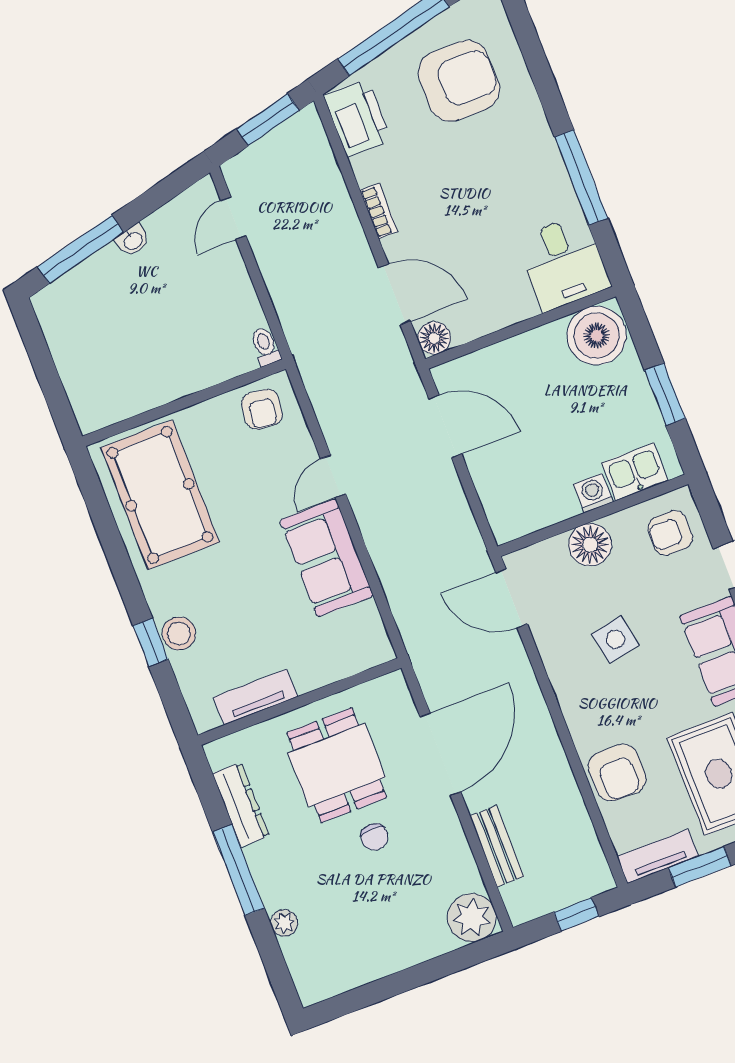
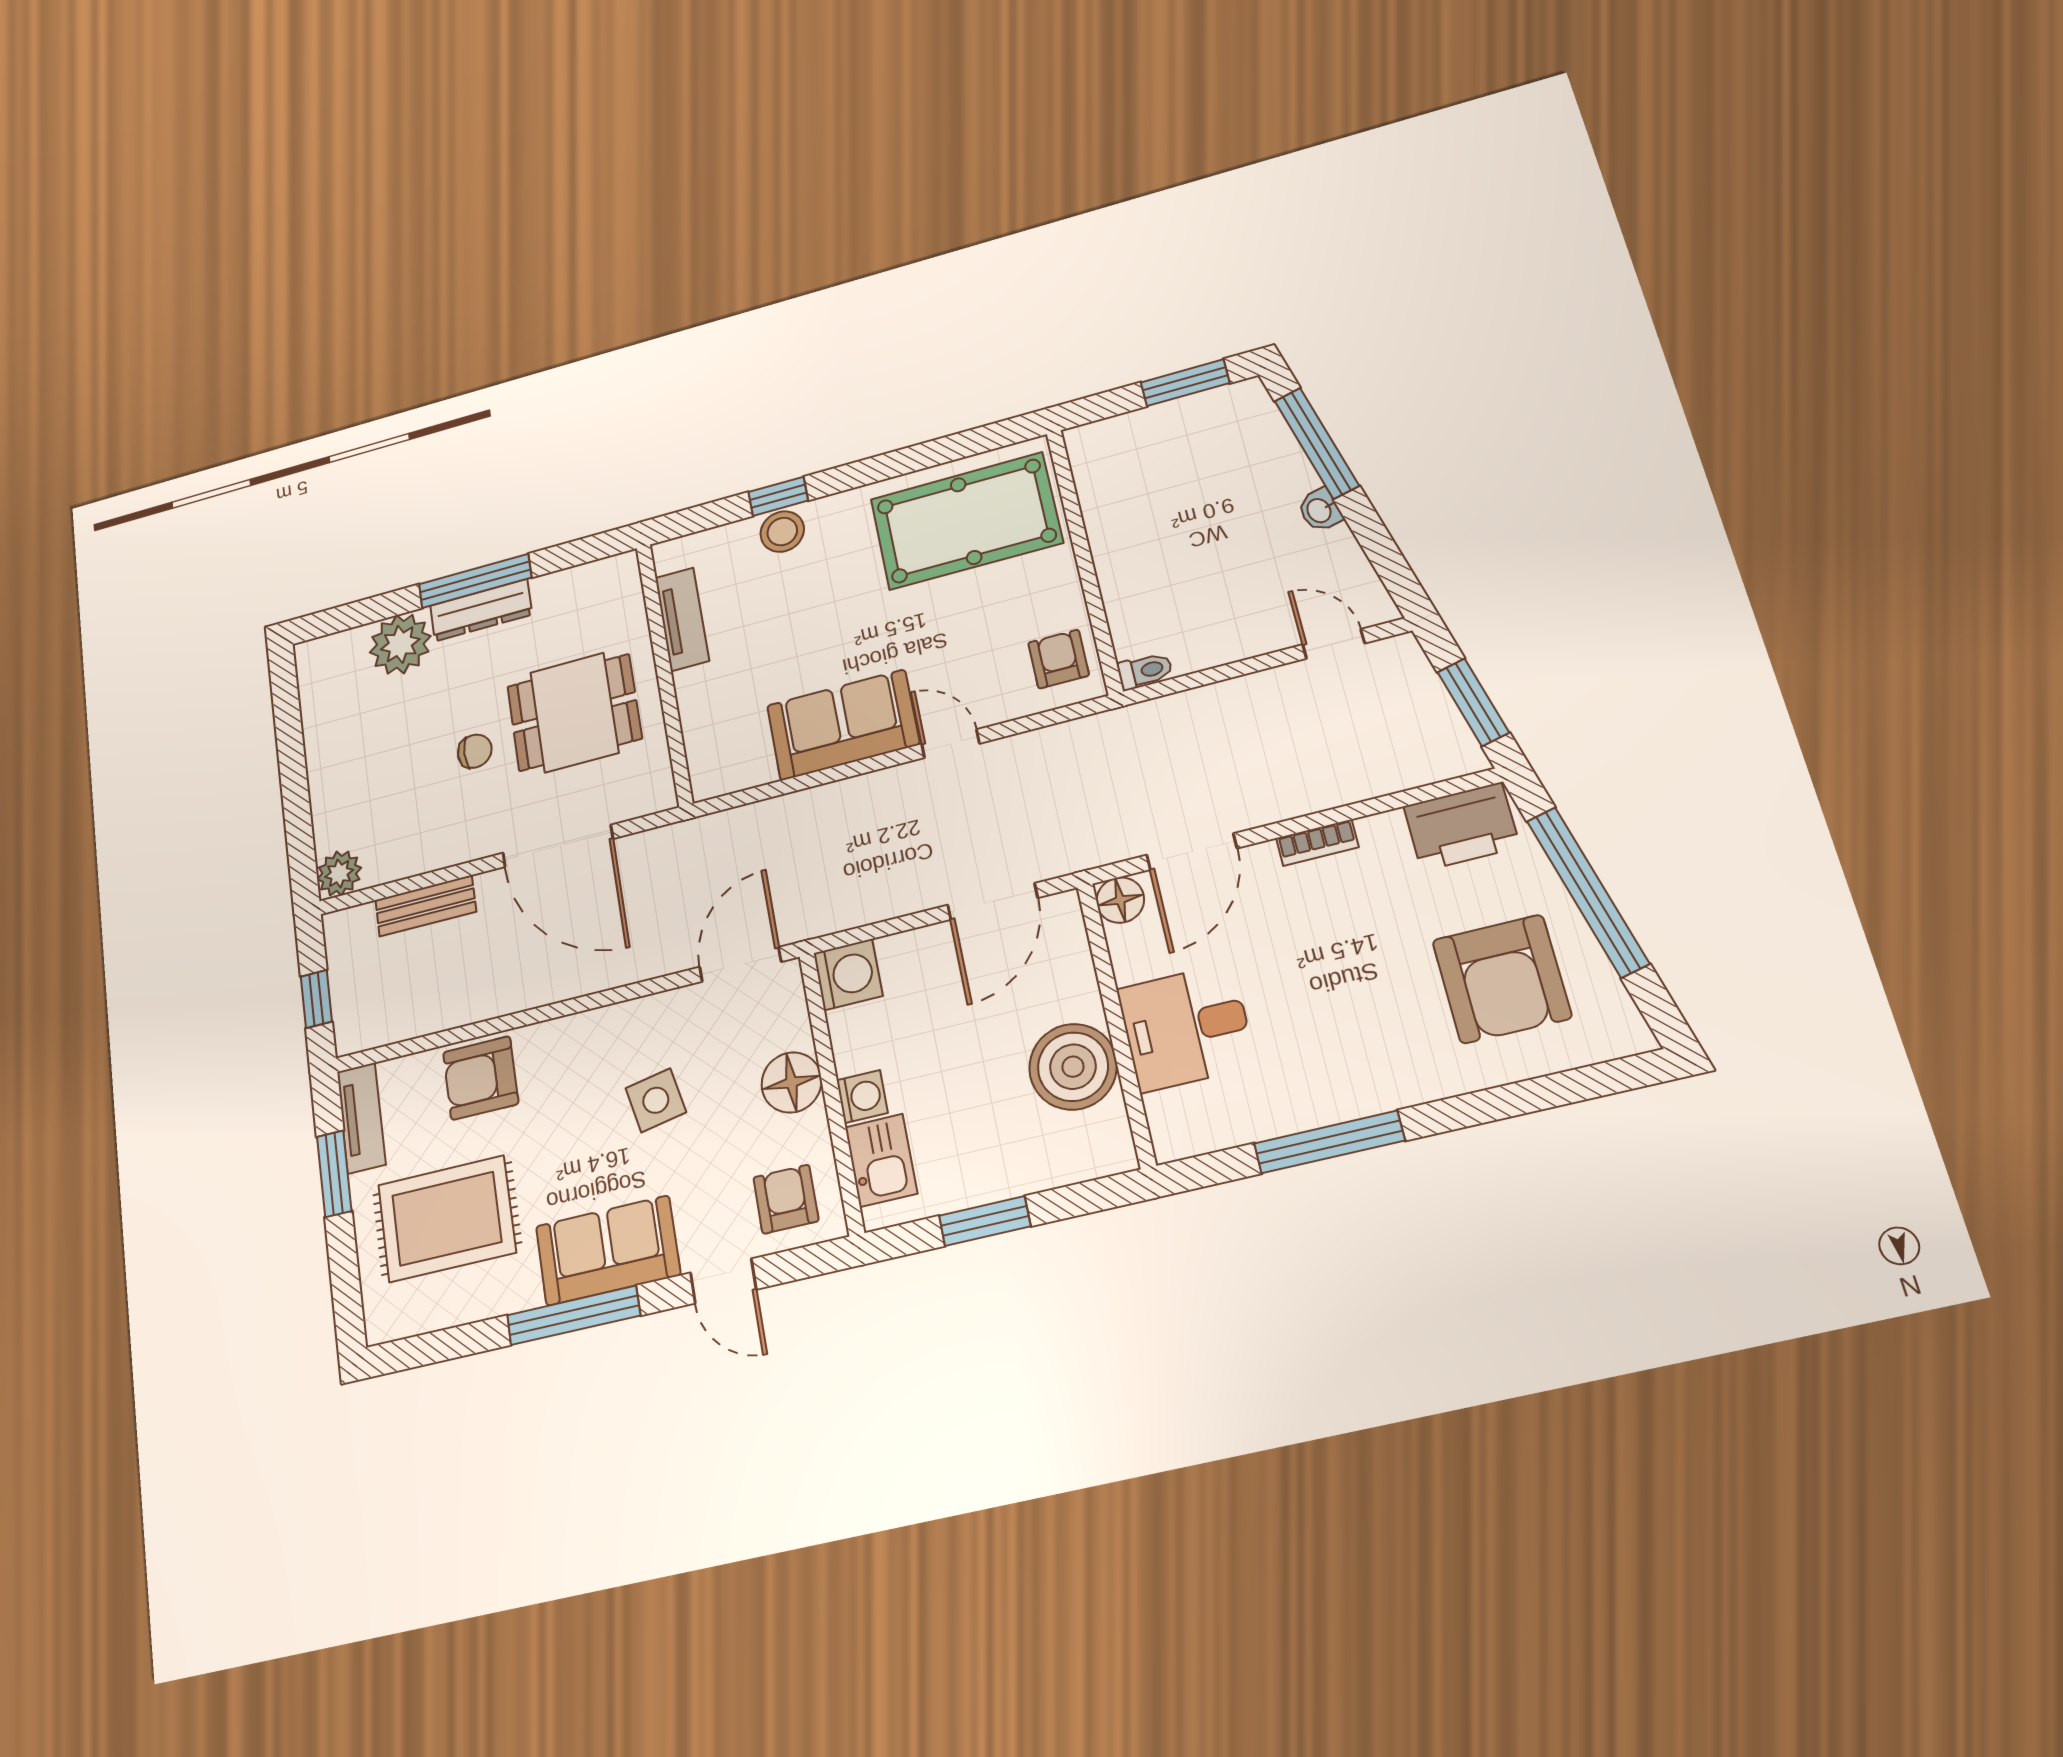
desk: (563, 263) -> (1186, 1027), moved
boiler: (597, 336) -> (1073, 1067), moved
window: (38, 350) -> (1185, 383), added
armchair: (262, 409) -> (1059, 659), turned 82
washing machine: (509, 519) -> (848, 975), added
dresser: (241, 805) -> (481, 610), moved
chair: (375, 837) -> (475, 751), turned 180
plant: (472, 918) -> (339, 873), width x0.73, depth x0.73
plant: (284, 923) -> (400, 644), width x1.88, depth x1.88

